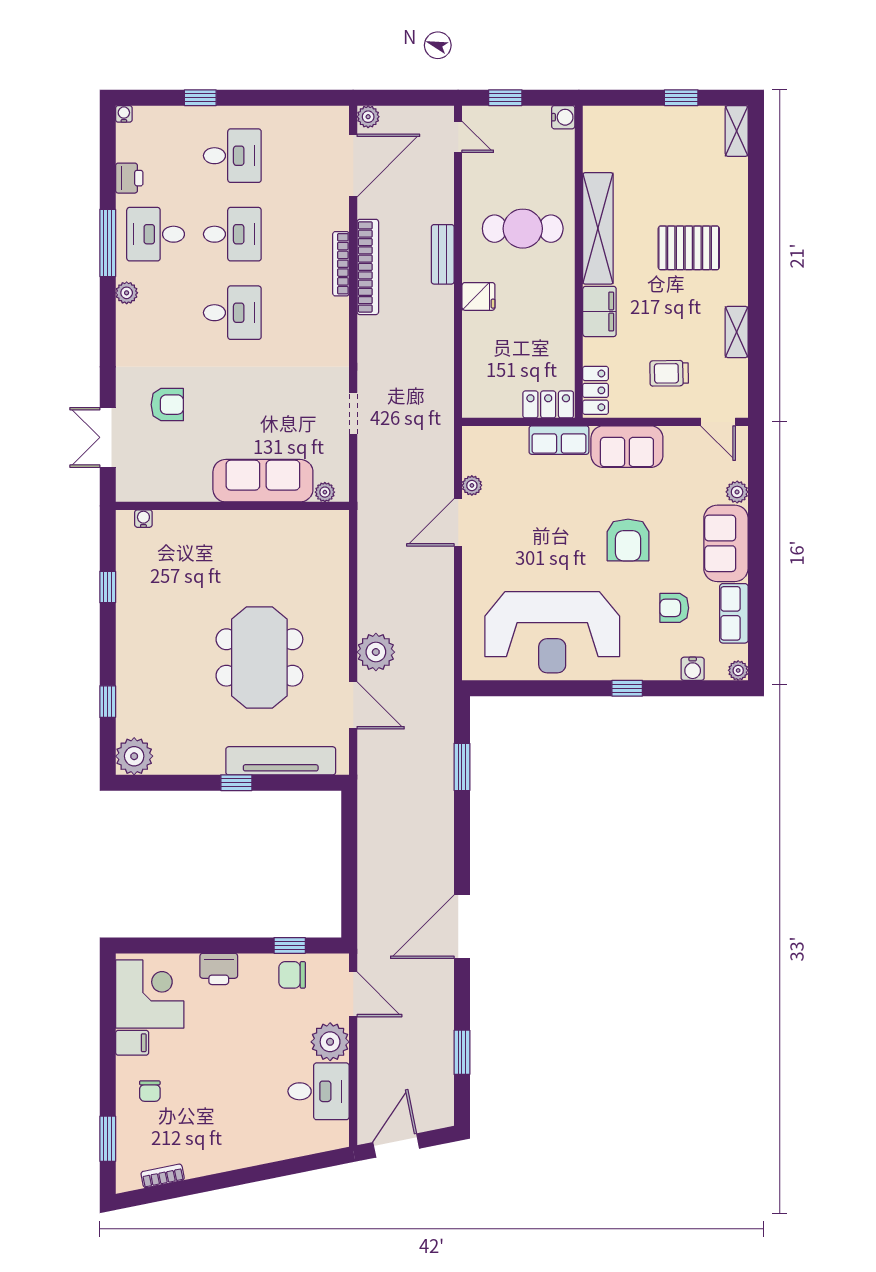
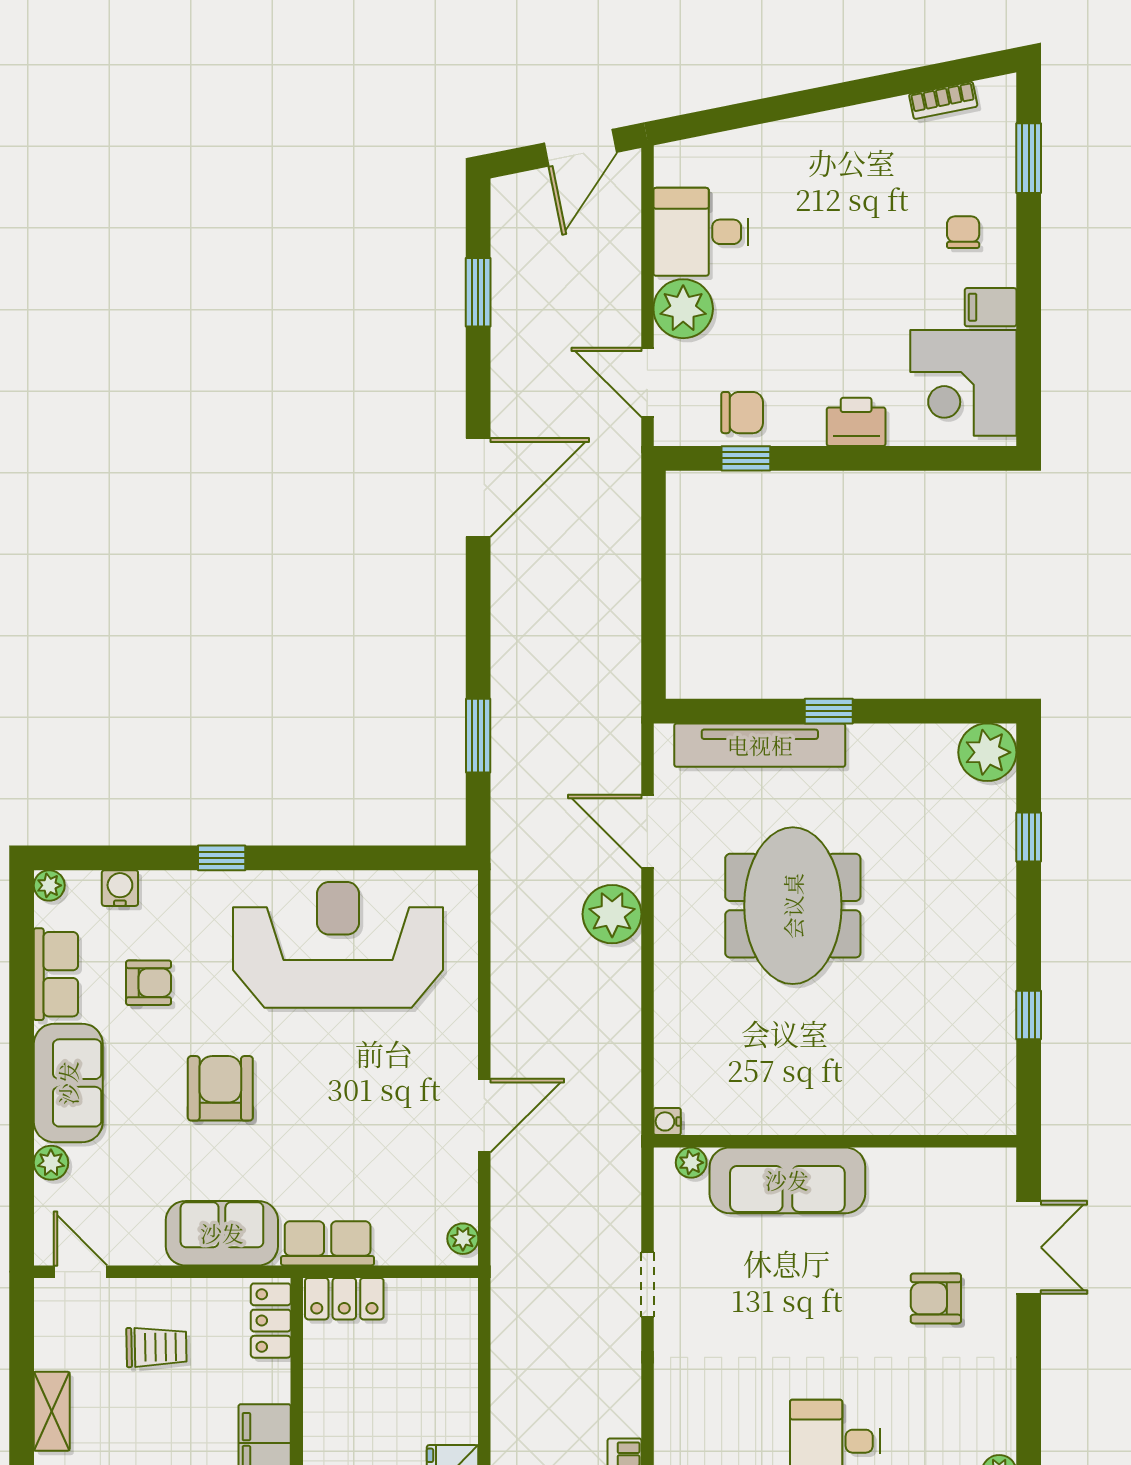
plant: (472, 485) -> (463, 1239), moved
water cooler: (143, 519) -> (667, 1121), moved, turned 90

